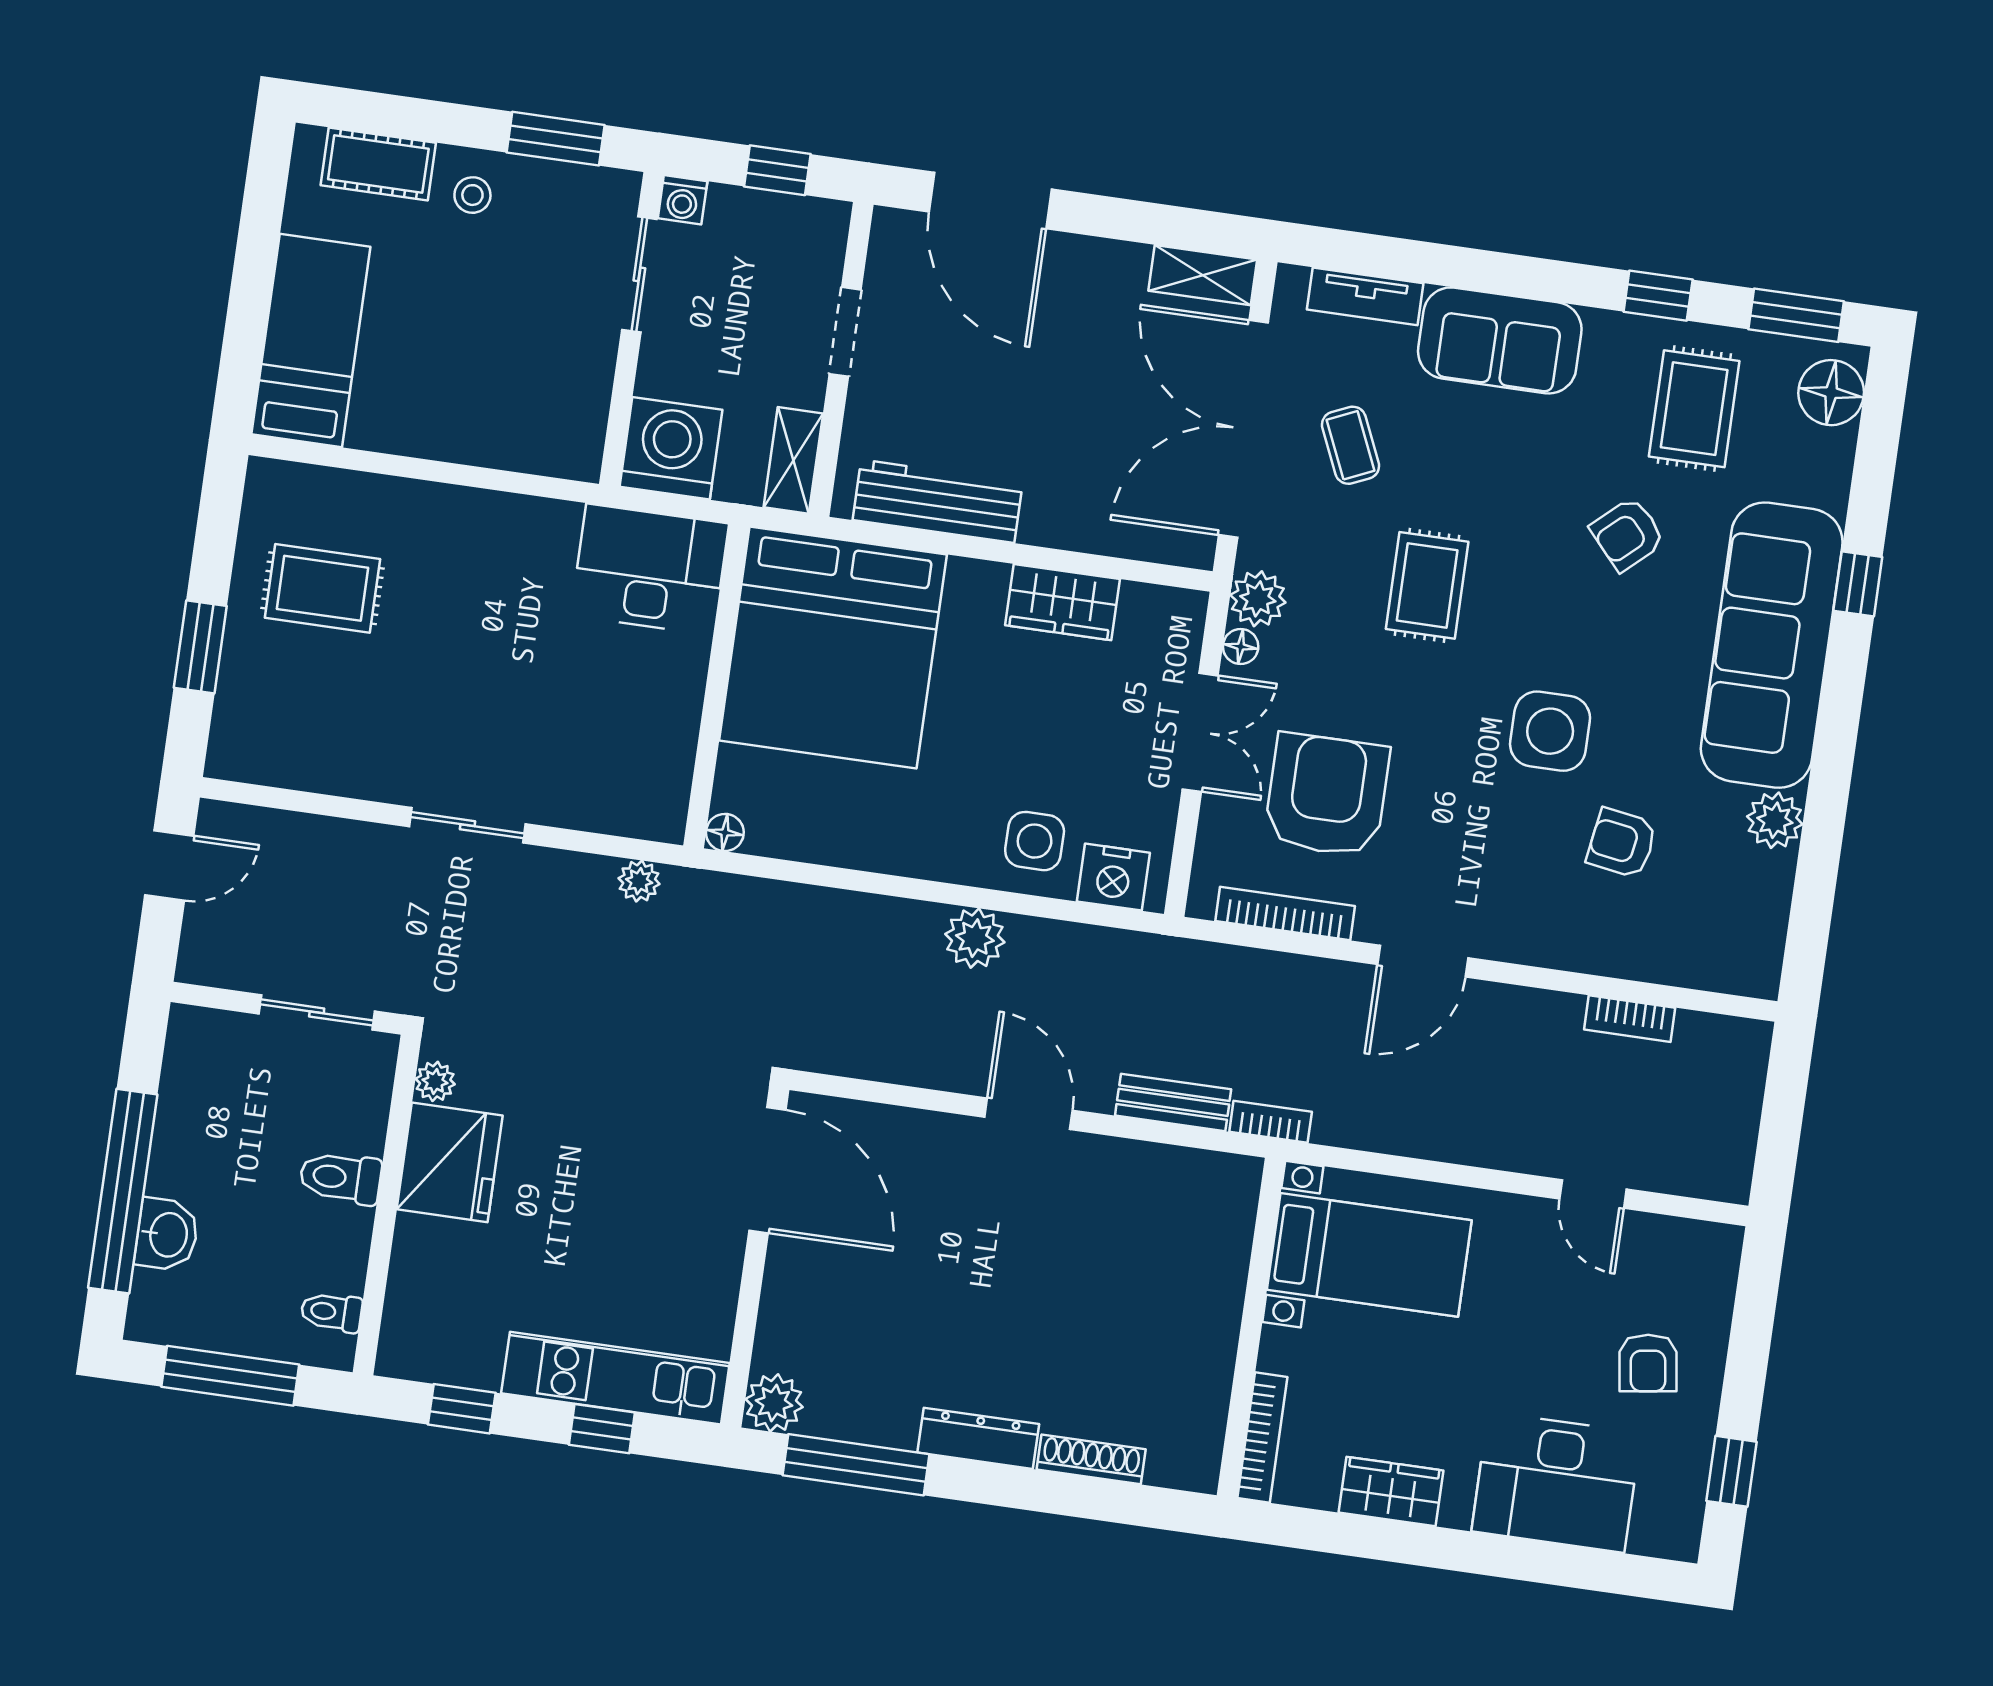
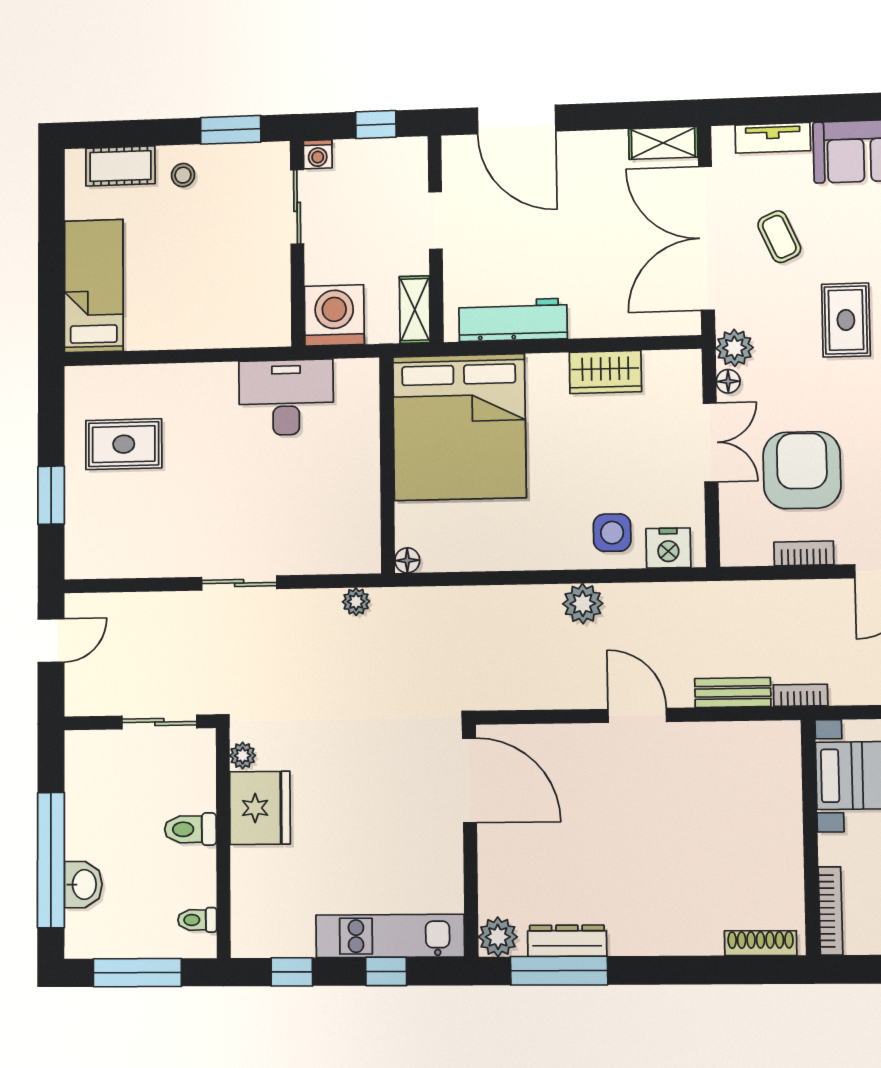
desk: (650, 569) -> (286, 397), moved
bookcase: (1285, 914) -> (804, 553), width x0.64
dresser: (978, 1438) -> (567, 941), moved
shoe rack: (1091, 1459) -> (761, 943), moved

